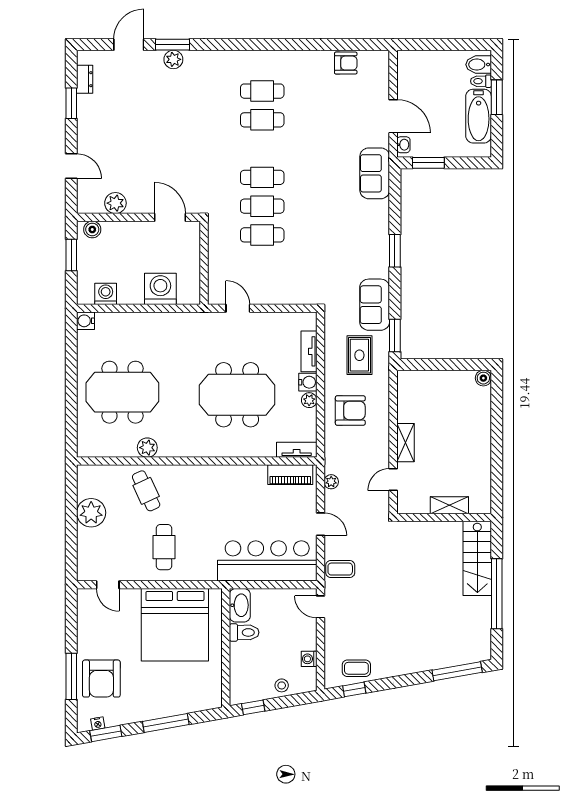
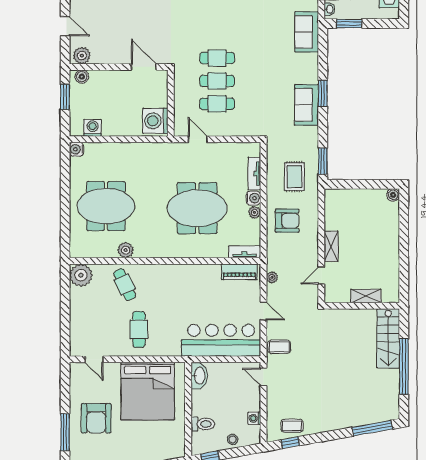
cafe table: (262, 177) -> (217, 104), moved
plant: (115, 203) -> (82, 56), moved
washing machine: (160, 289) -> (155, 121), moved, turned -90
sofa: (375, 305) -> (307, 105), moved
plant: (91, 513) -> (81, 275), moved
toilet: (244, 632) -> (203, 424), moved
armchair: (101, 679) -> (96, 418), moved

